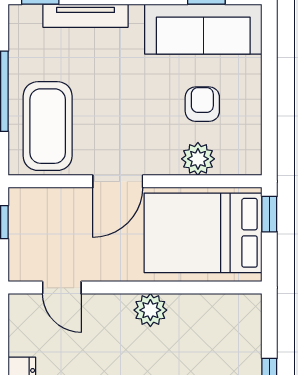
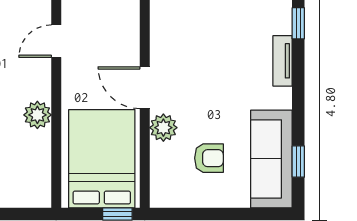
tv unit: (85, 16) -> (283, 61), width x0.71
coffee table: (48, 126) -> (191, 29), removed
plant: (198, 159) -> (163, 128), moved

